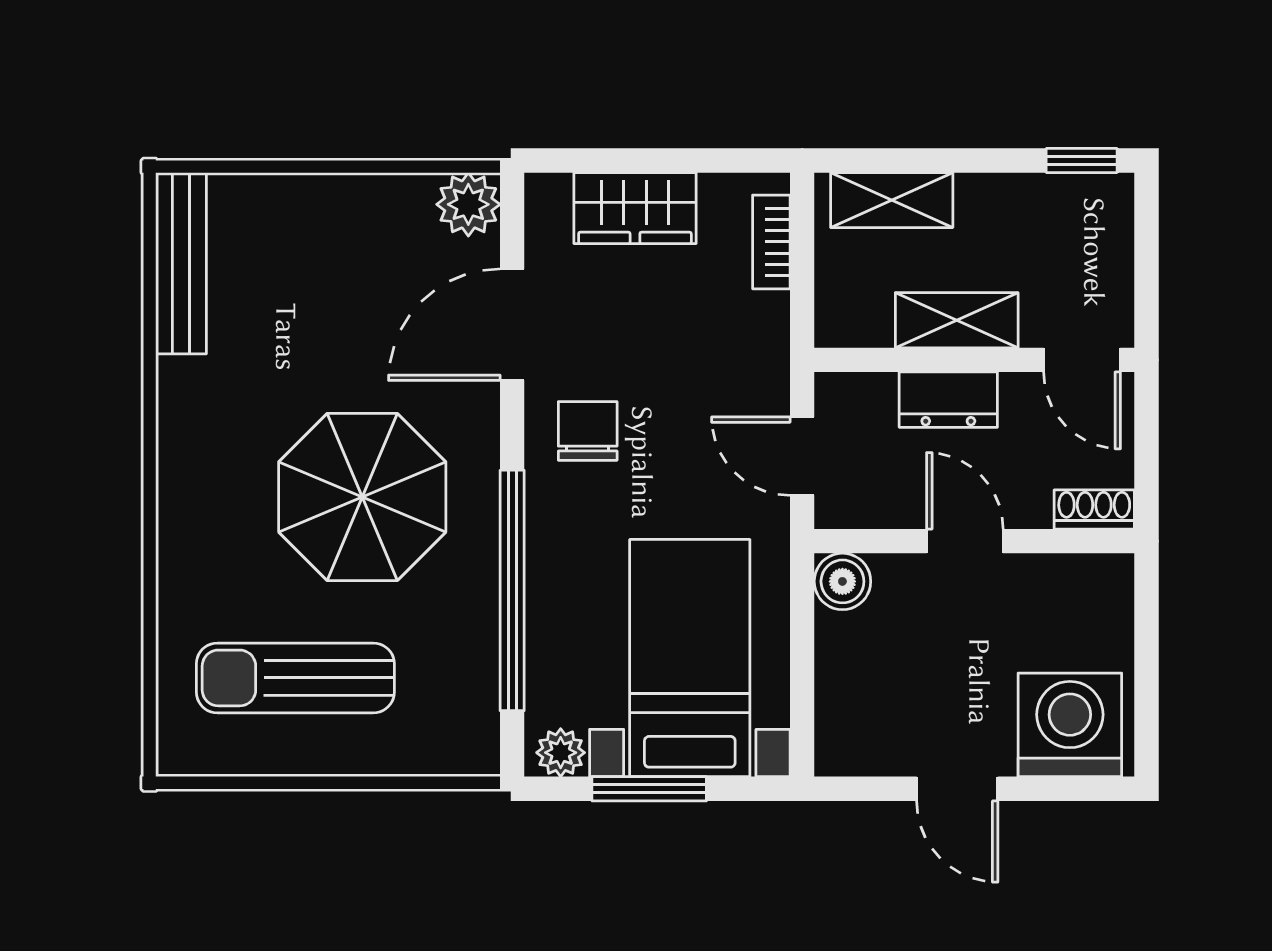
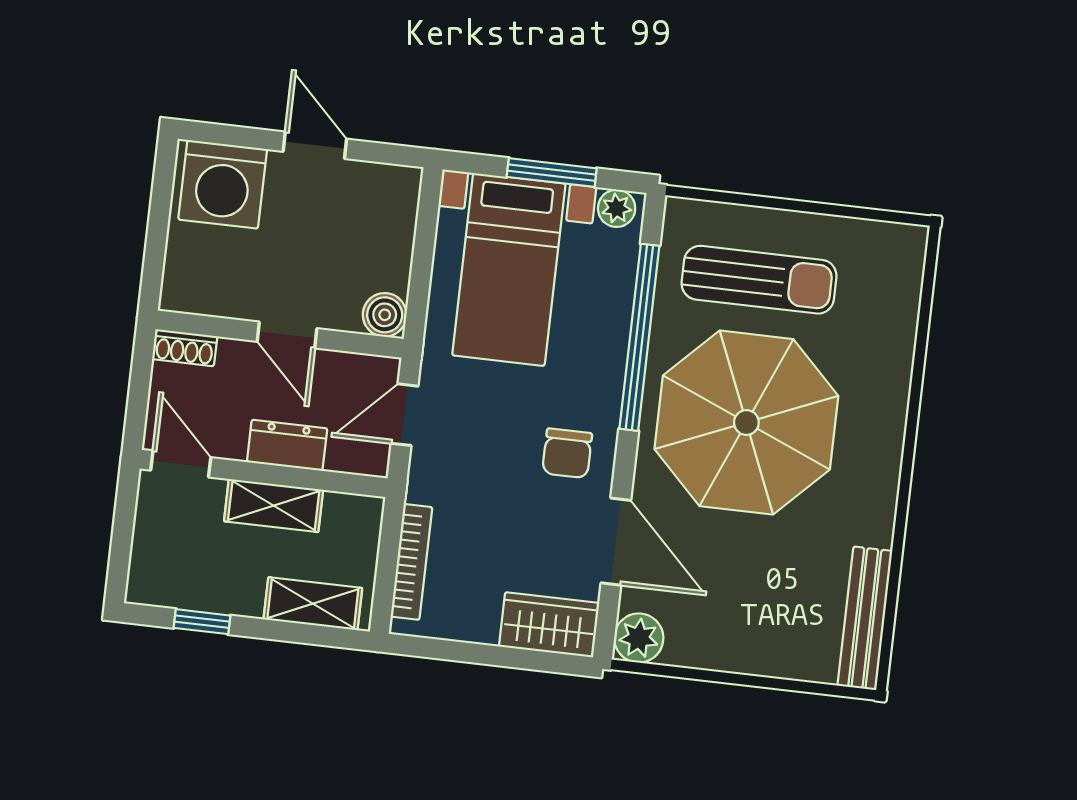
window: (1082, 161) -> (202, 622), moved
wardrobe: (635, 208) -> (549, 625), moved
bookcase: (771, 242) -> (412, 562), width x1.56
door: (512, 325) -> (616, 542), hinge flipped
door: (802, 456) -> (405, 415), swing flipped
parasol: (362, 497) -> (746, 423), width x1.36, depth x1.36
sun lounger: (295, 678) -> (759, 280), moved

